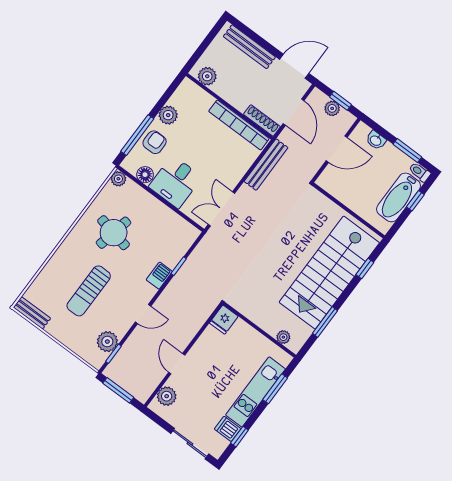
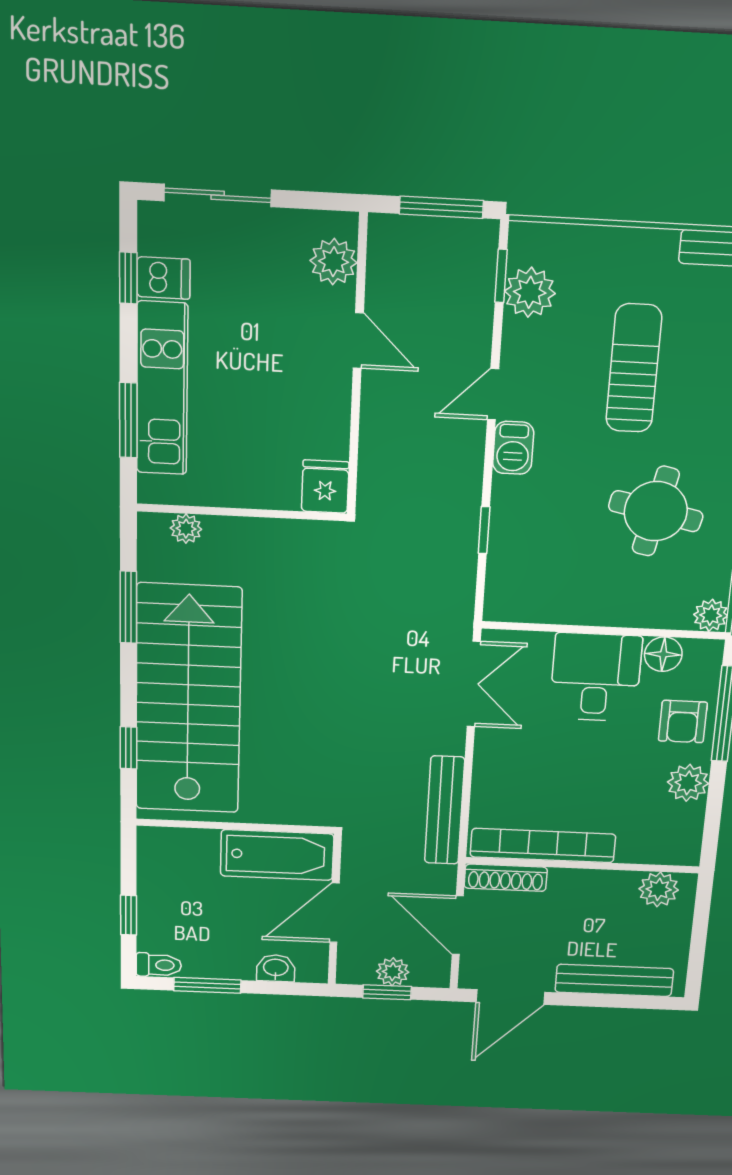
bathtub: (399, 197) -> (277, 855), moved, turned 90
barbecue: (159, 276) -> (513, 448), moved

